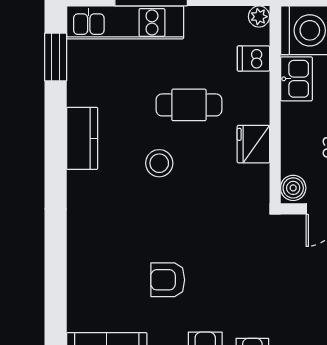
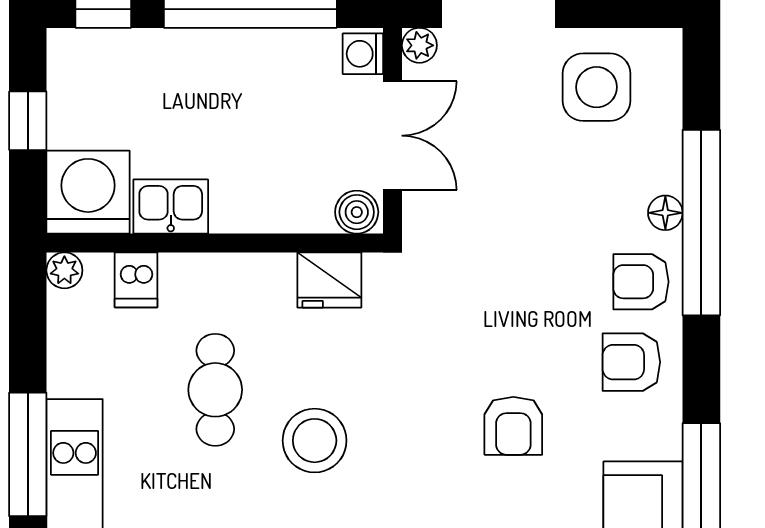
fridge: (253, 144) -> (329, 280), moved
stool: (159, 163) -> (315, 441), width x1.38, depth x1.38

